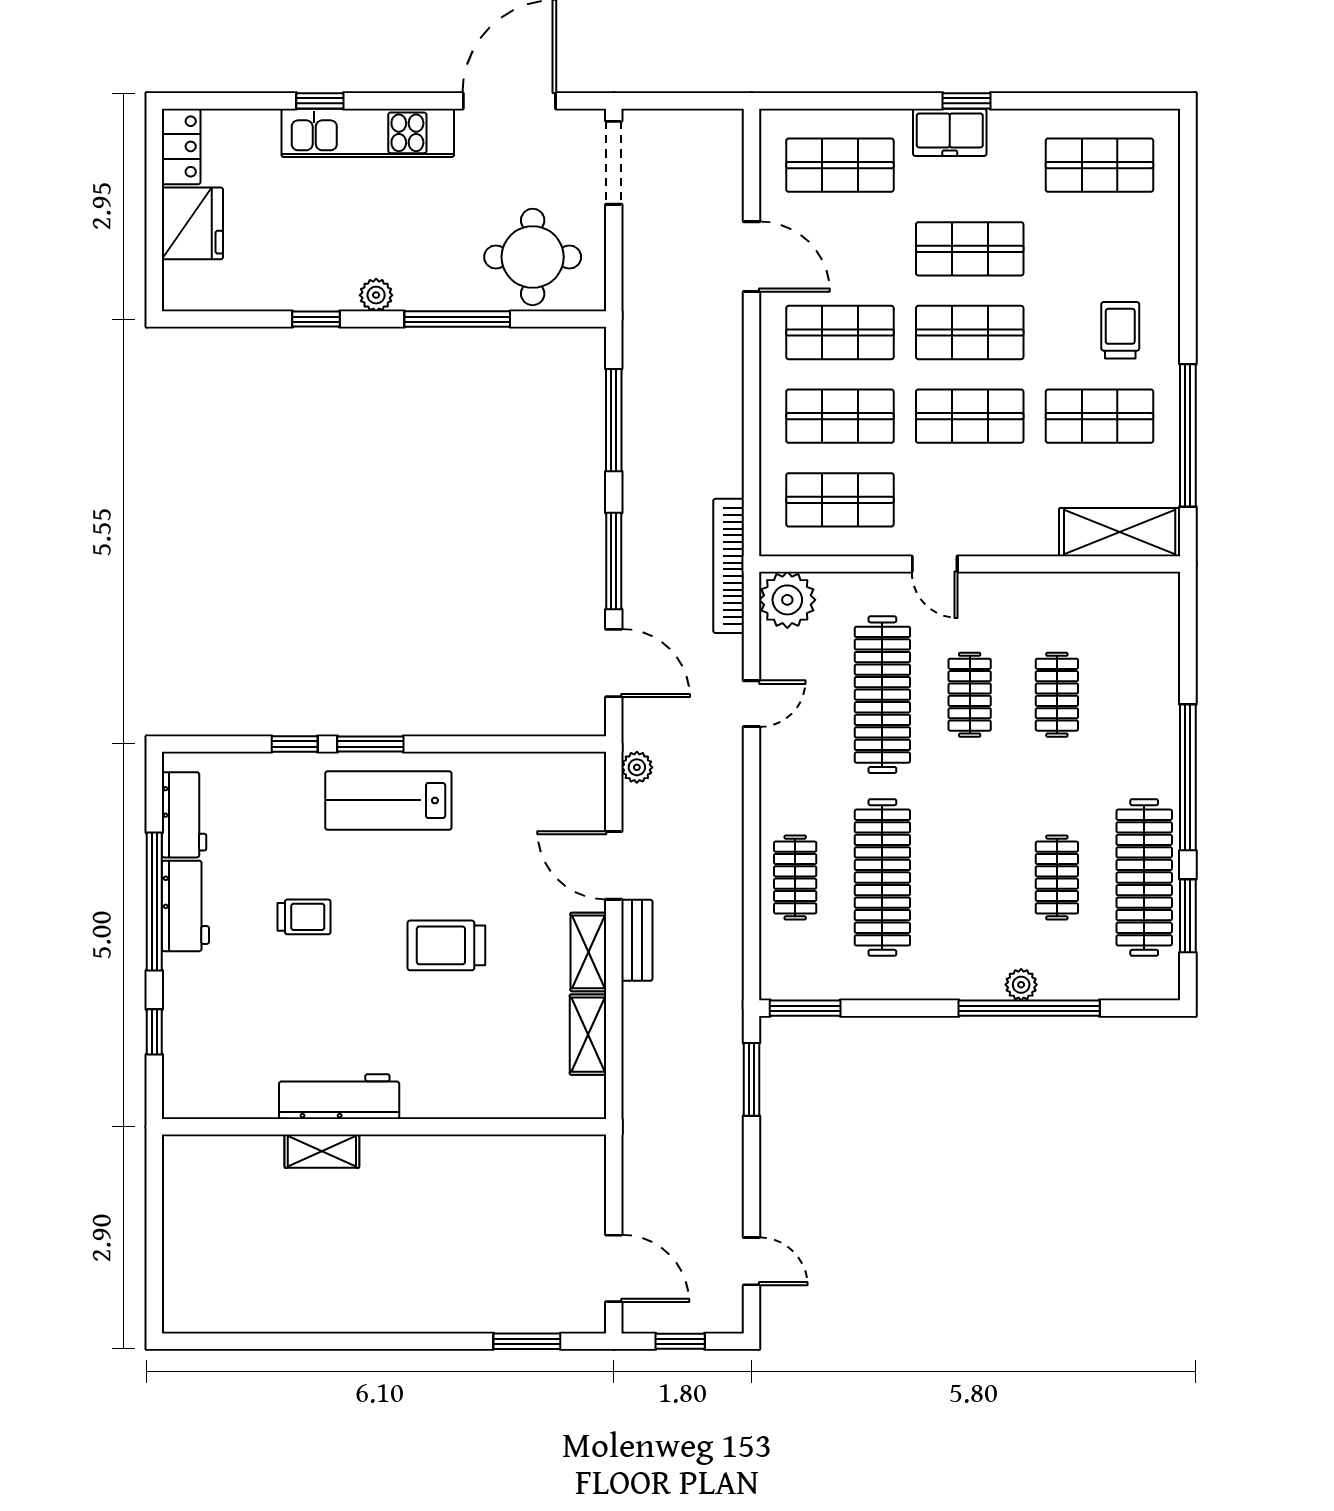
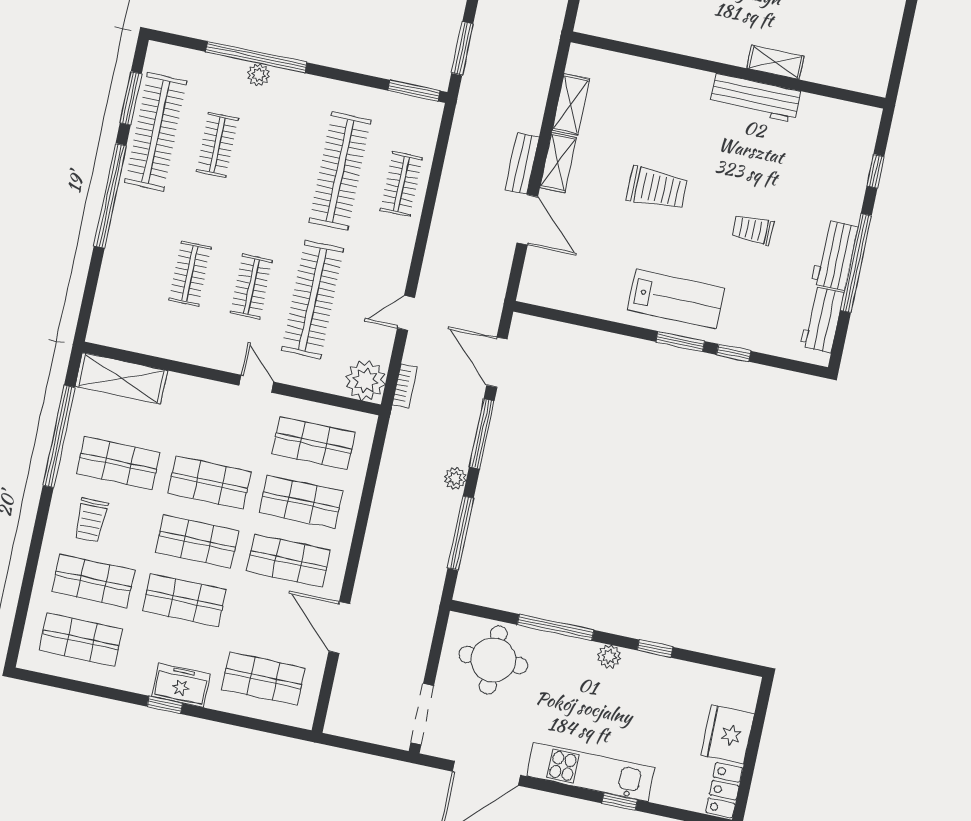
shop shelf: (1099, 249) -> (93, 581), added
bookcase: (729, 566) -> (405, 386), width x0.43, depth x0.76
plant: (637, 767) -> (455, 478), moved

